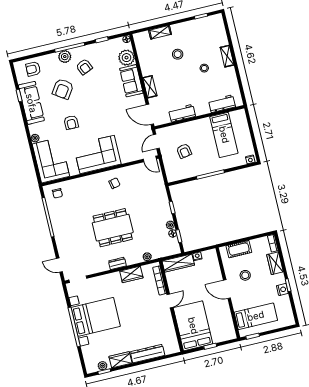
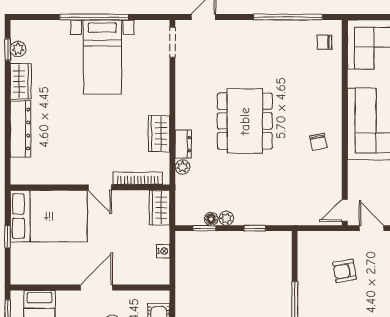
dresser: (117, 263) -> (183, 144), moved
wardrobe: (178, 263) -> (160, 208), width x0.67
bed with nightstands: (96, 317) -> (102, 57), width x0.73

